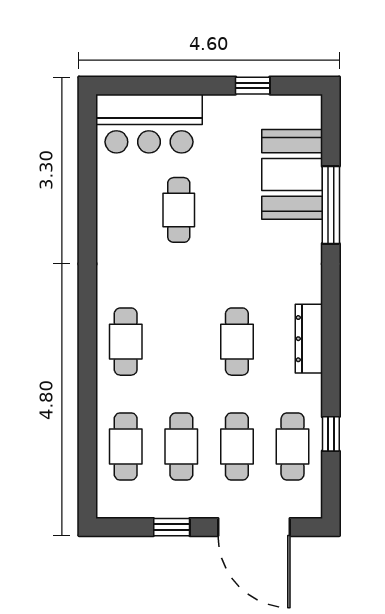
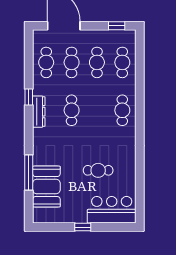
window: (253, 86) -> (83, 227), moved
cafe table: (179, 210) -> (98, 170), turned 90
window: (331, 434) -> (29, 97), moved
window: (172, 527) -> (117, 26), moved

